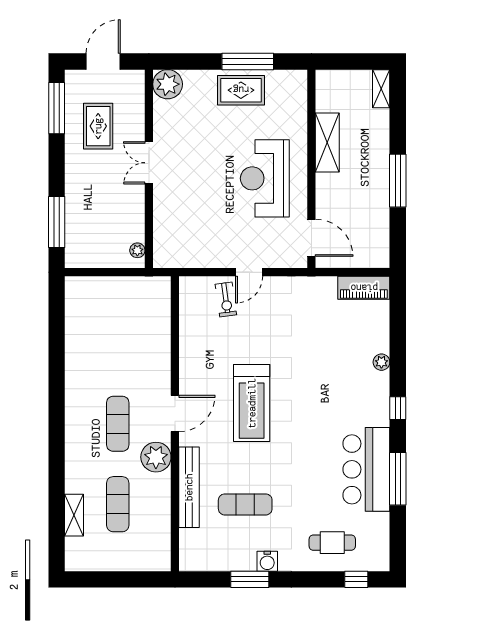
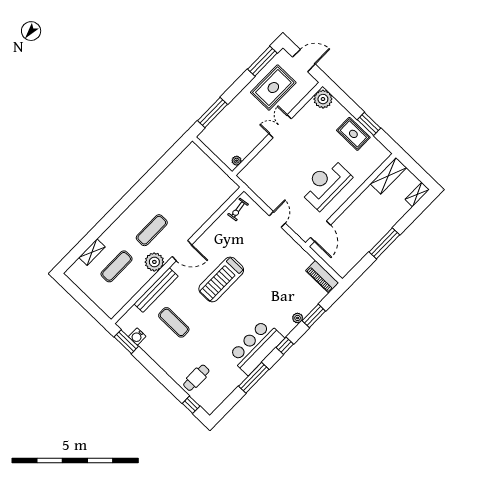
window: (248, 61) -> (369, 124), width x0.69
rug: (98, 126) -> (273, 88), width x1.36, depth x1.43
shelving: (327, 143) -> (388, 176), moved
door: (249, 272) -> (277, 219), swing flipped
exercise bike: (226, 300) -> (238, 210), moved
window: (398, 342) -> (314, 316), added
bar counter: (366, 469) -> (256, 347), moved
cafe table: (332, 543) -> (196, 378), turned 90
water cooler: (267, 561) -> (137, 337), moved
window: (250, 579) -> (126, 342), moved

